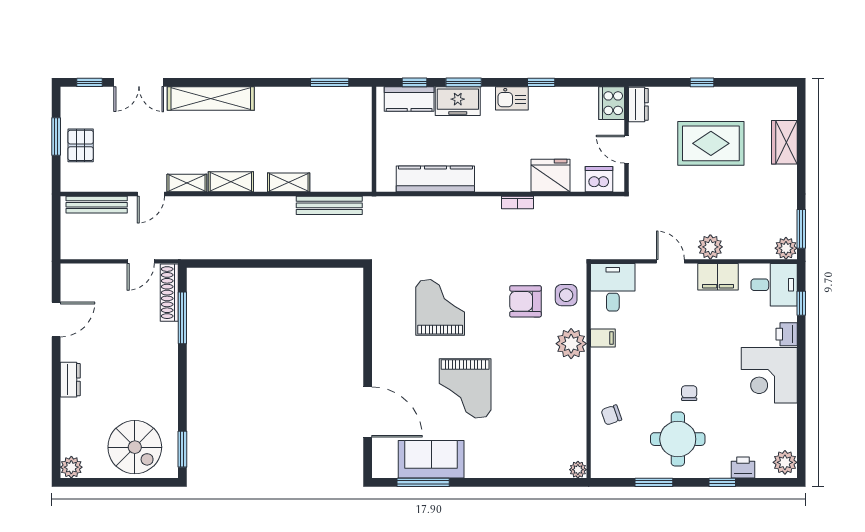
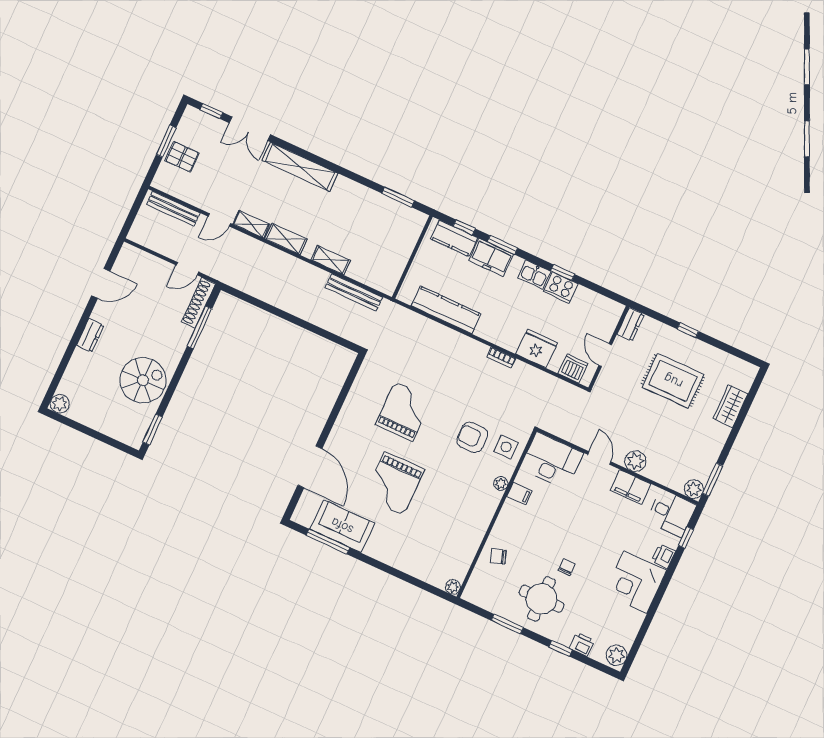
cooker: (612, 103) -> (561, 288), moved, turned -90
pallet: (81, 145) -> (182, 157), turned 90
desk: (613, 287) -> (552, 461), width x1.37
plant: (571, 344) -> (501, 484), width x0.53, depth x0.53
spiral stairs: (135, 447) -> (143, 380), moved, turned -90

